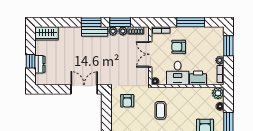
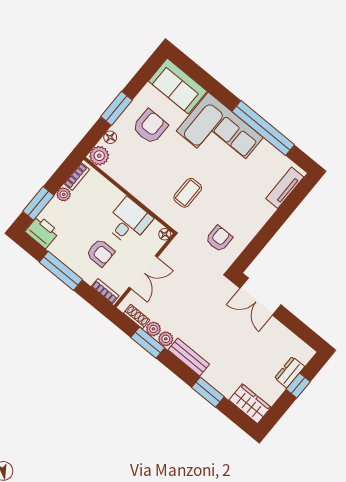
window: (91, 22) -> (208, 392), moved
printer: (198, 78) -> (42, 232), moved, turned 180

